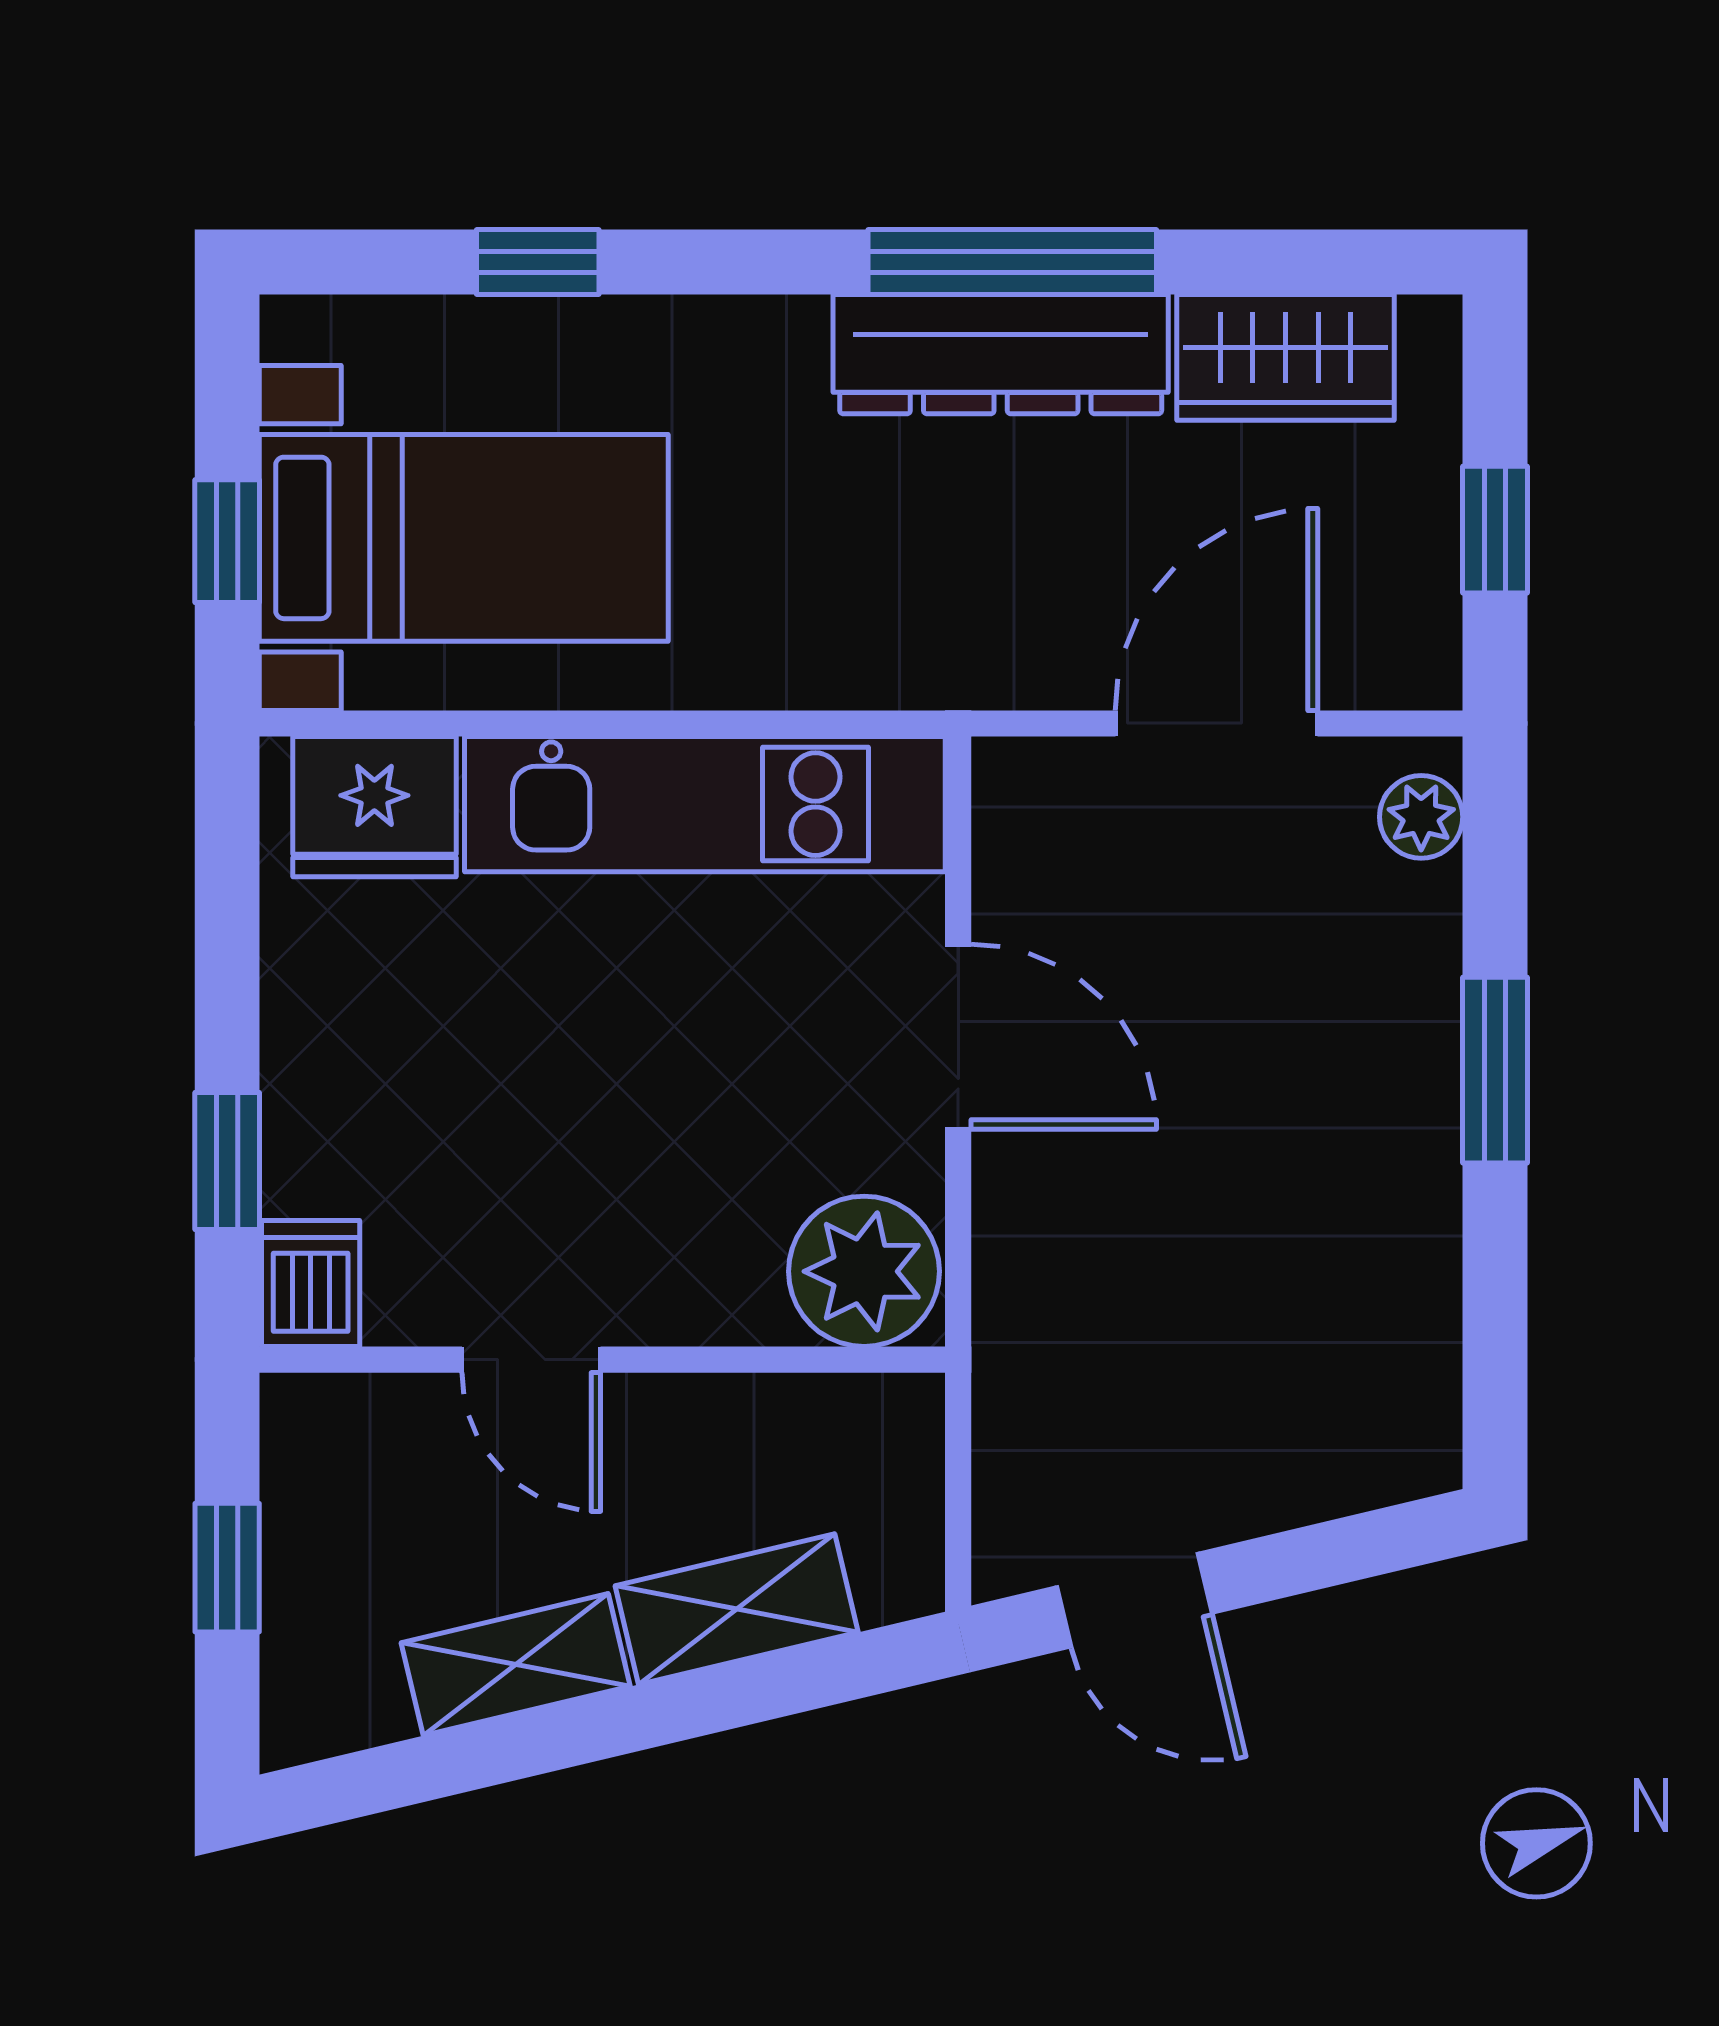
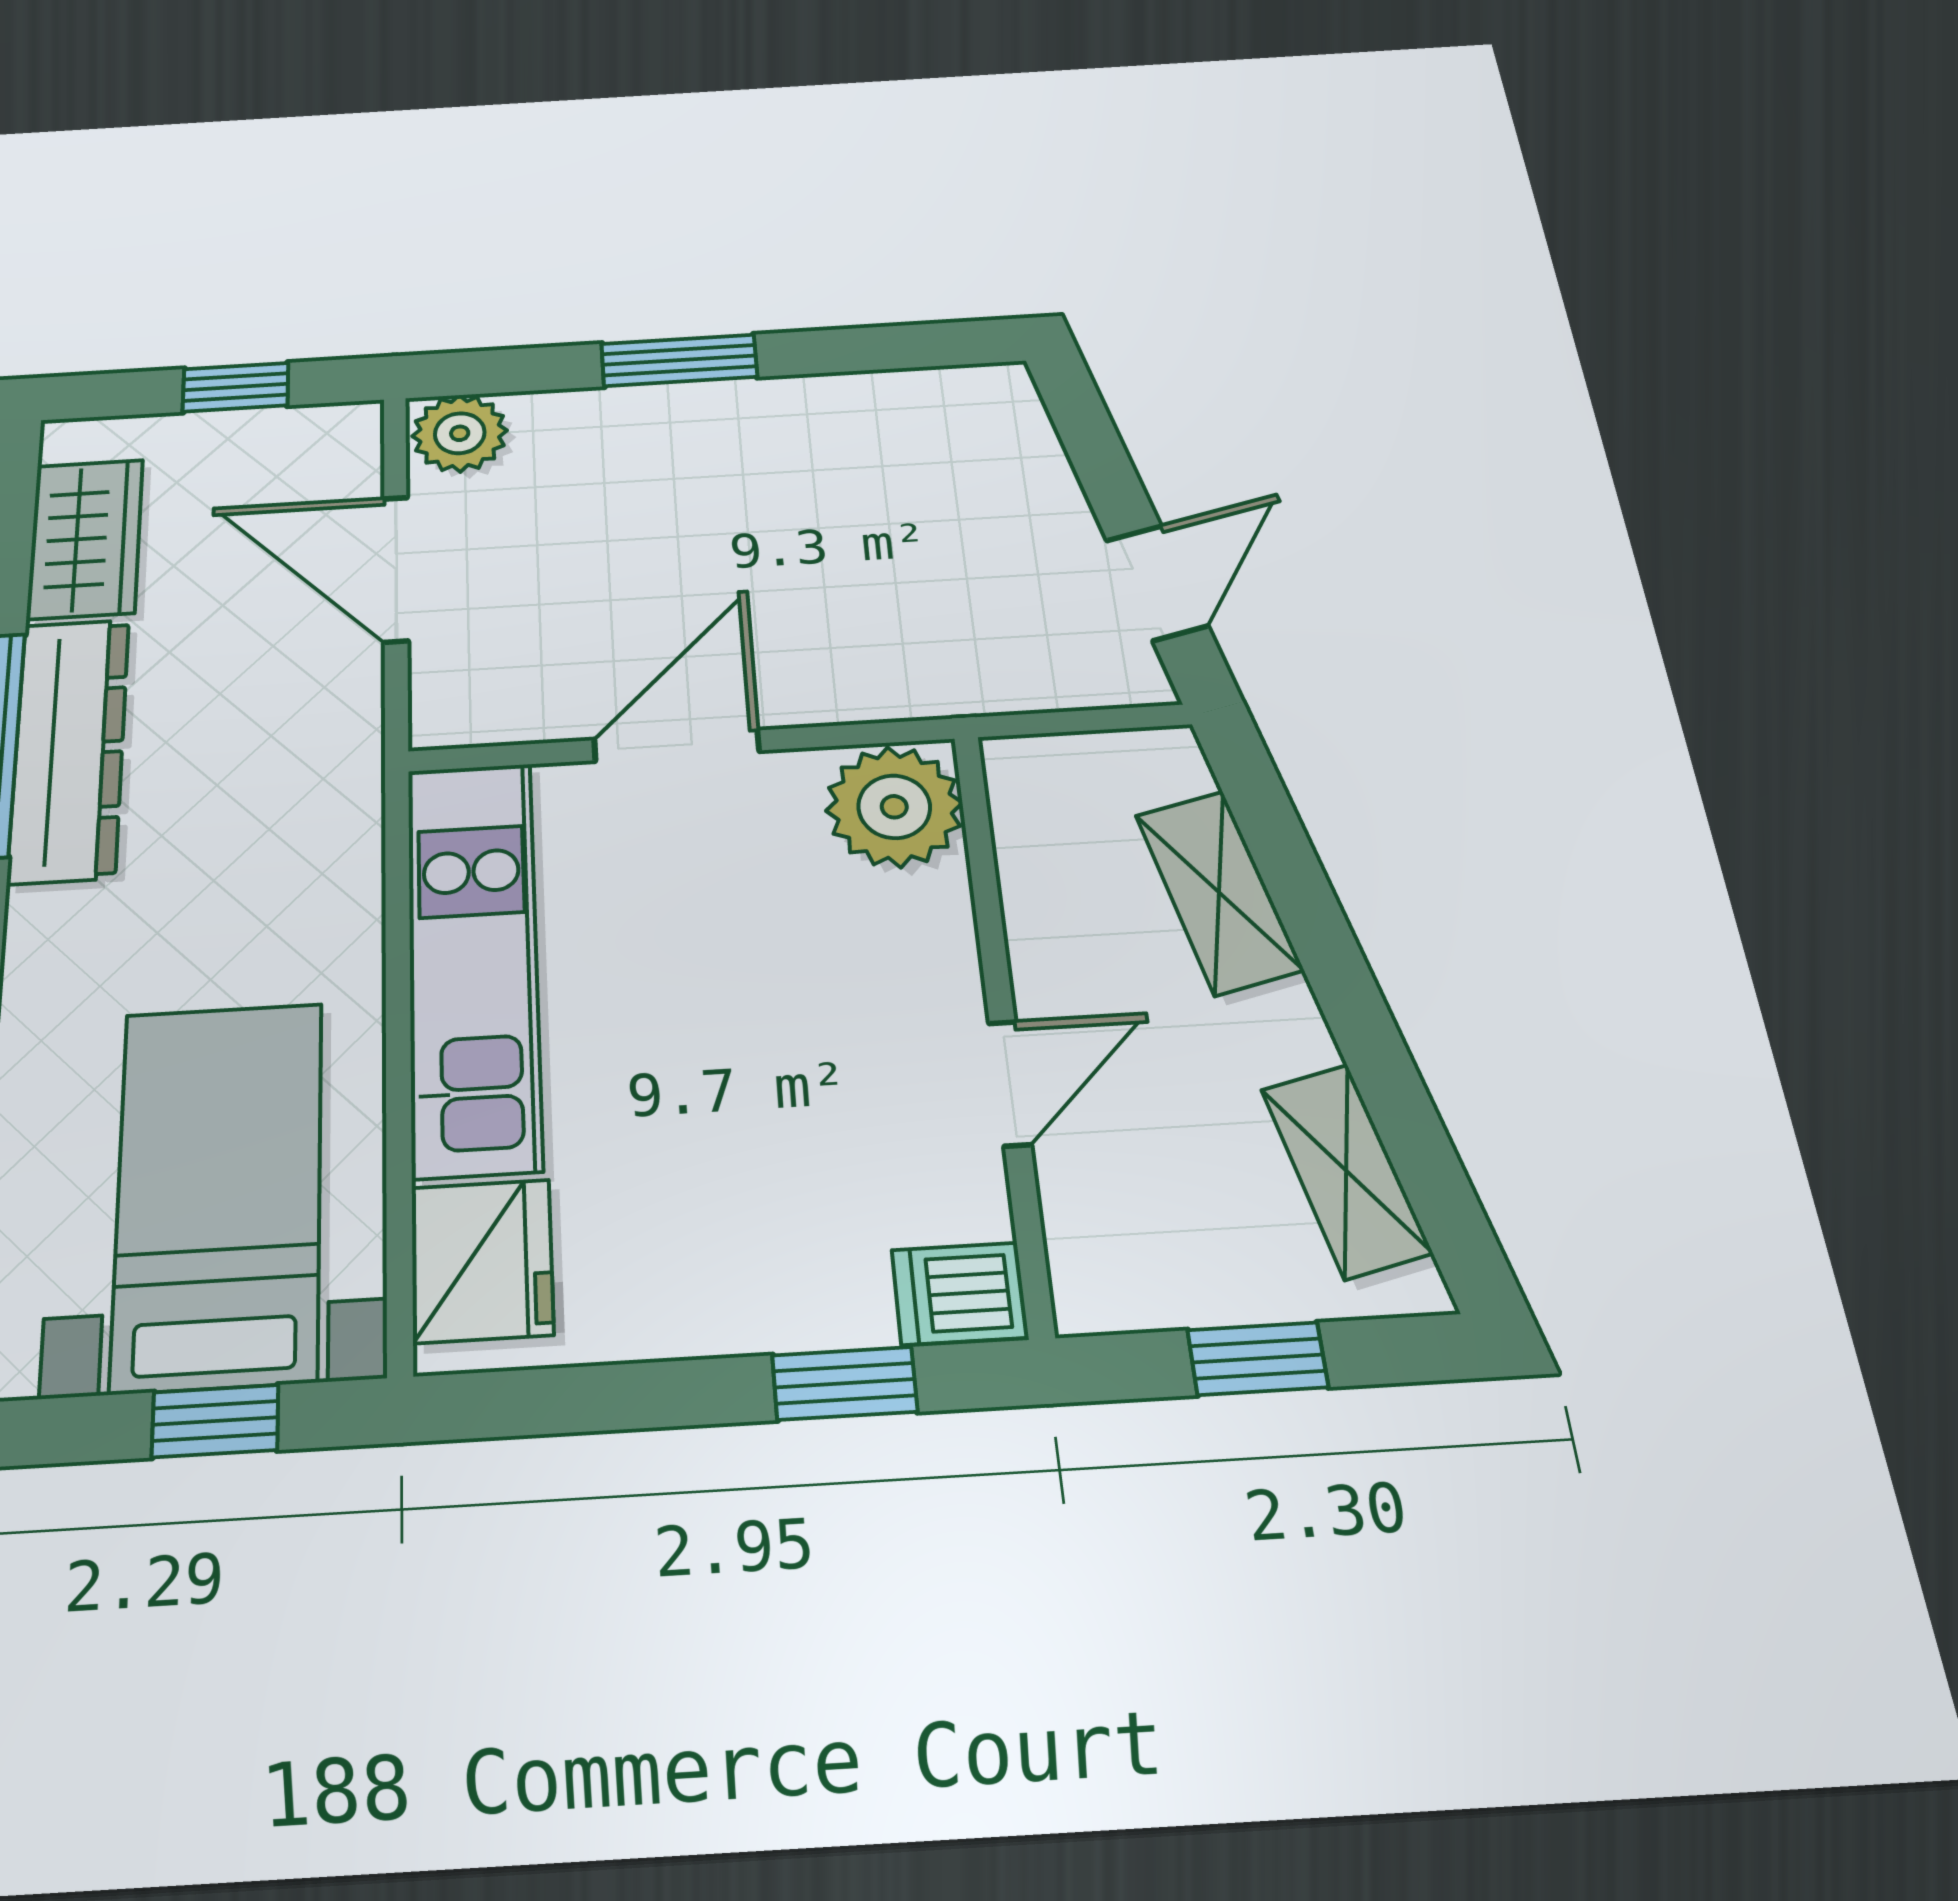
plant: (1421, 817) -> (460, 433), width x1.38, depth x1.38
shelving: (516, 1665) -> (1346, 1171), moved

